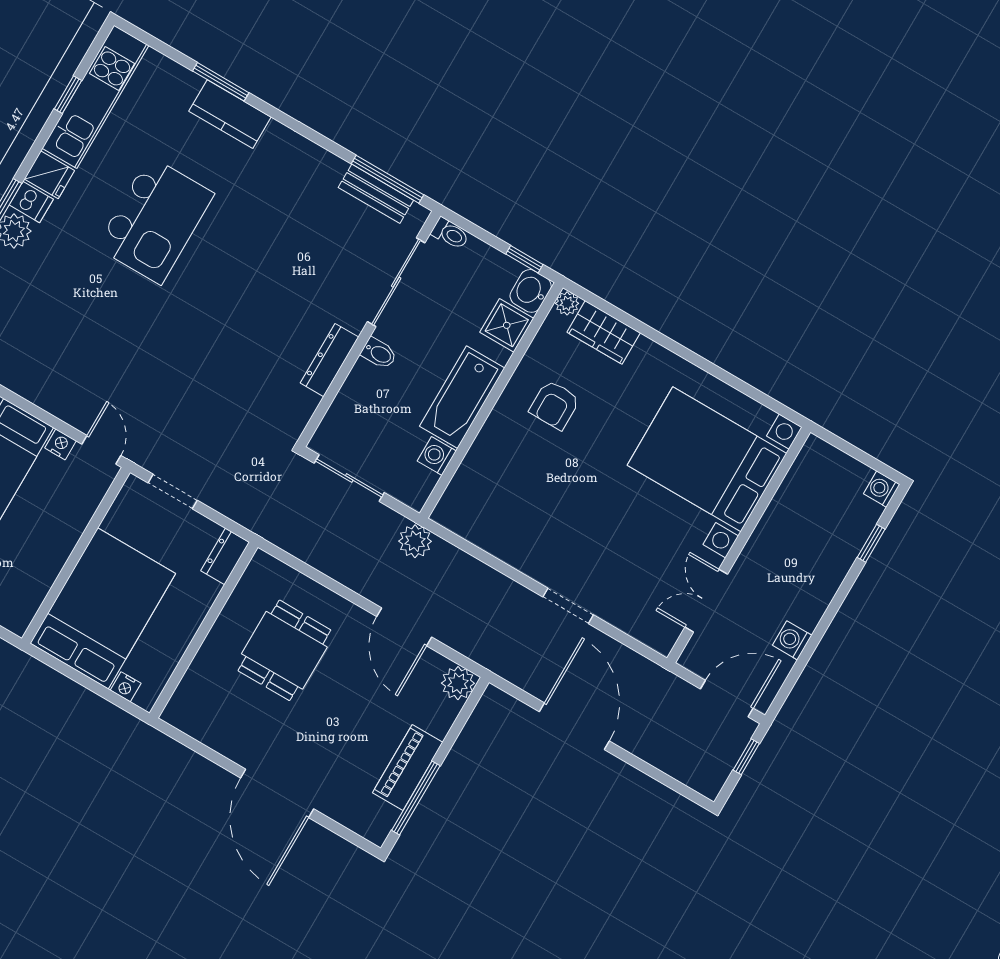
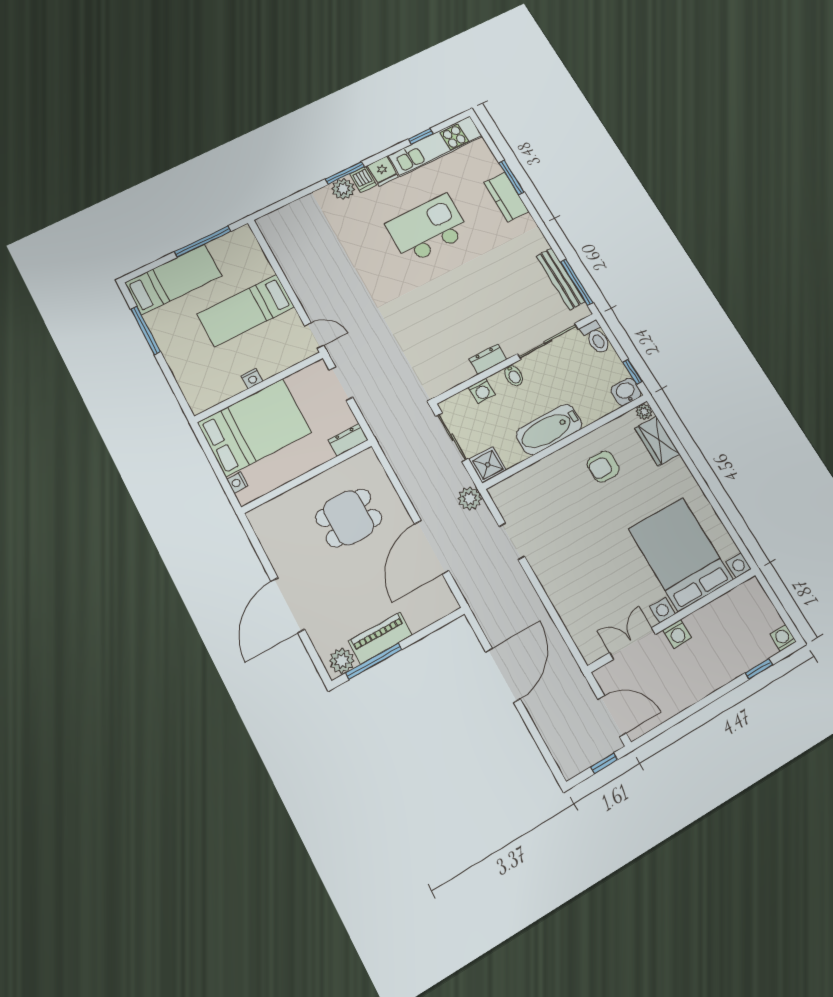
bench: (376, 194) -> (561, 279), width x1.36
kitchen island: (155, 220) -> (428, 229), turned 180
toilet: (450, 234) -> (596, 337), width x1.37, depth x1.39
shower: (507, 325) -> (488, 465), moved
dresser: (329, 360) -> (488, 359), width x0.70
nightstand: (60, 444) -> (252, 379), moved, turned 90
door: (101, 450) -> (314, 336), hinge flipped
washing machine: (437, 456) -> (482, 391), moved, turned 180
doorway: (568, 606) -> (512, 541), moved
door: (404, 627) -> (432, 547), width x1.36
washing machine: (792, 640) -> (677, 634), moved, turned 180
plant: (458, 683) -> (342, 661), moved

